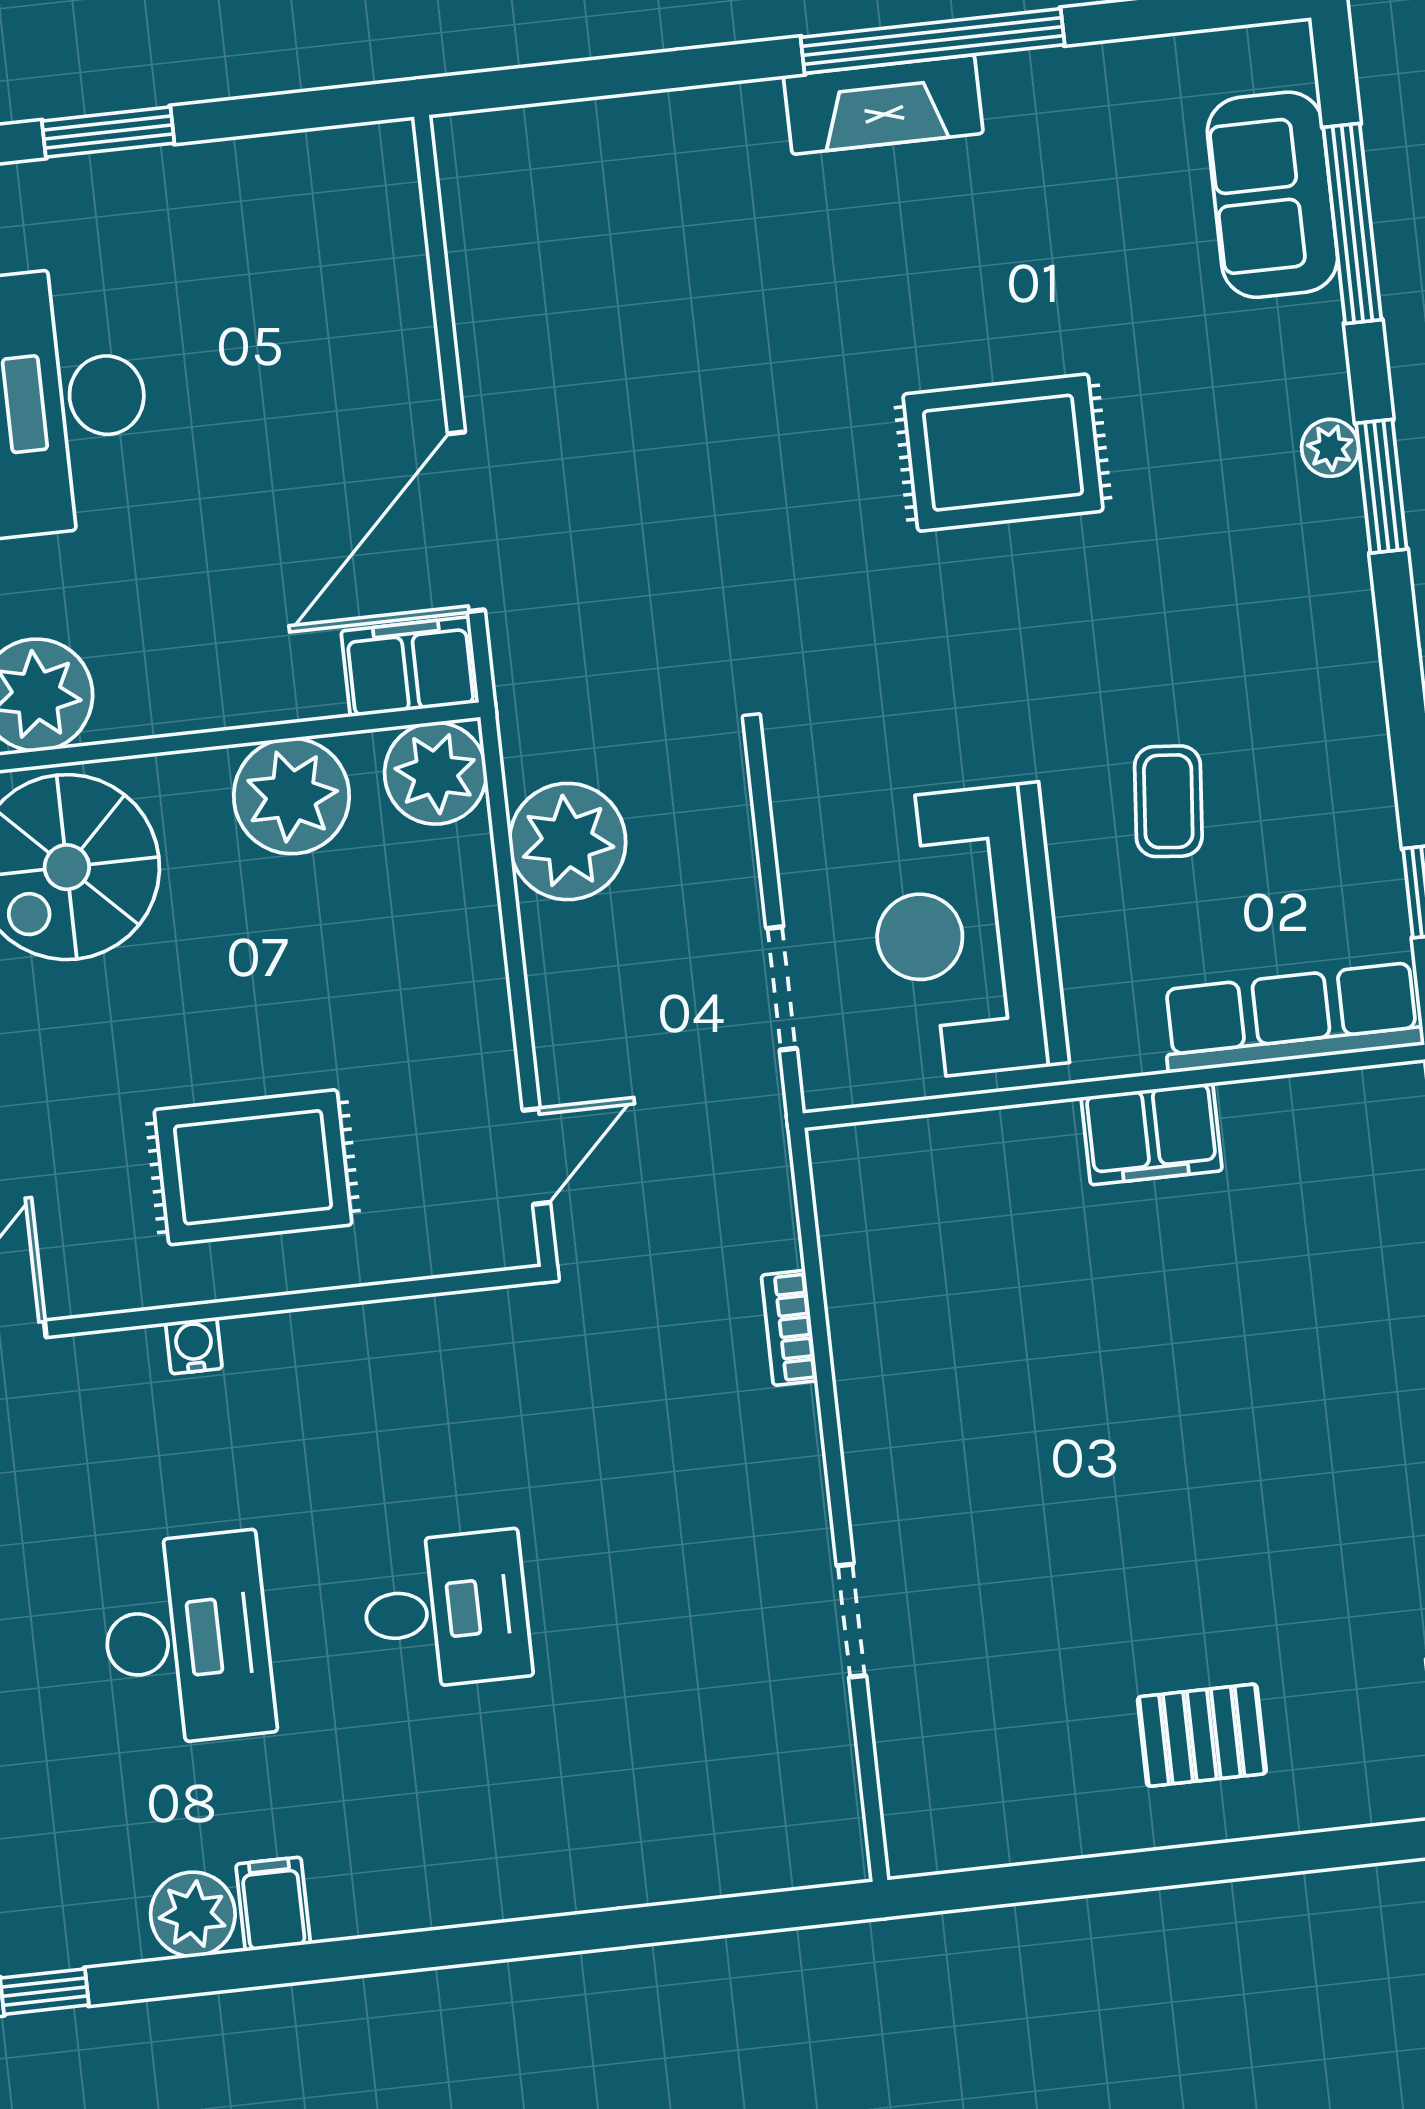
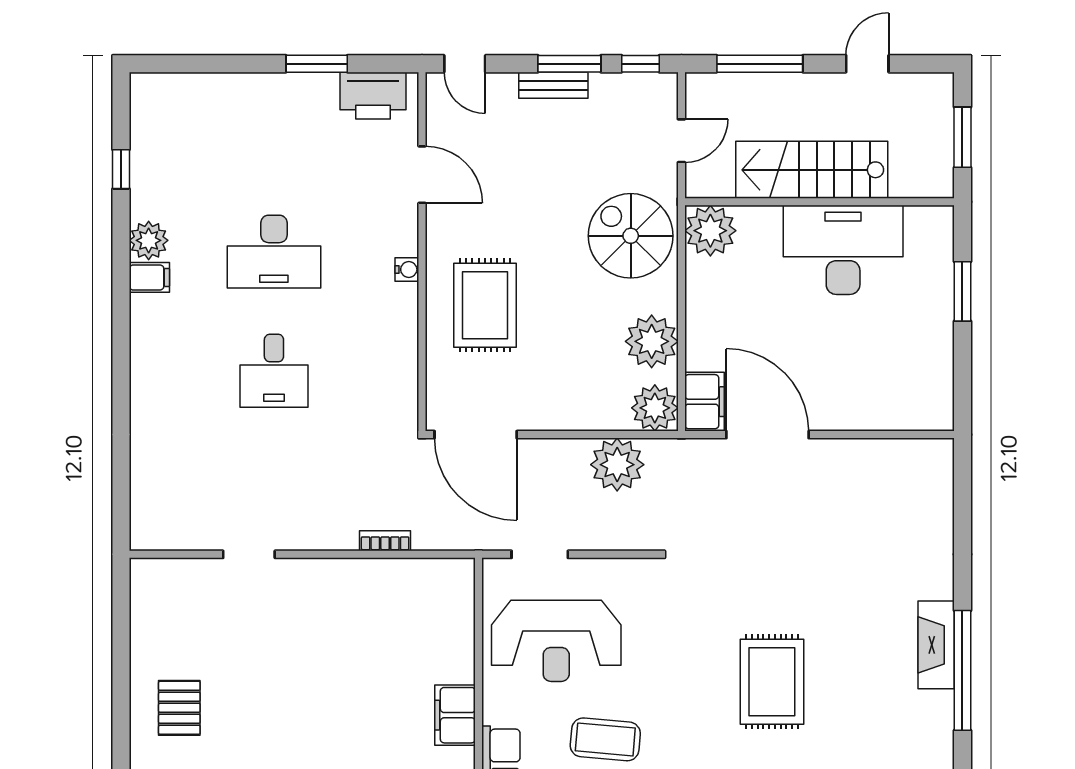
coffee table: (1168, 801) -> (605, 739), width x1.36, depth x1.30
reception desk: (966, 932) -> (556, 641), turned 180
door: (536, 1156) -> (476, 435), width x1.87

